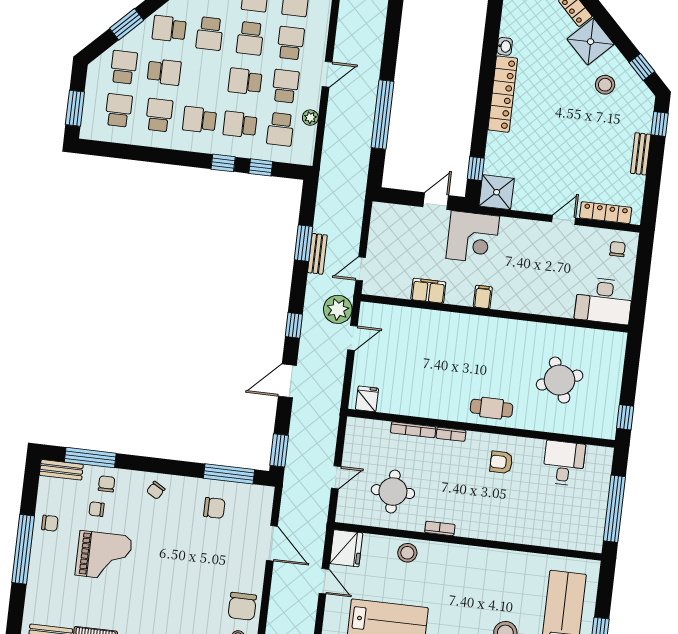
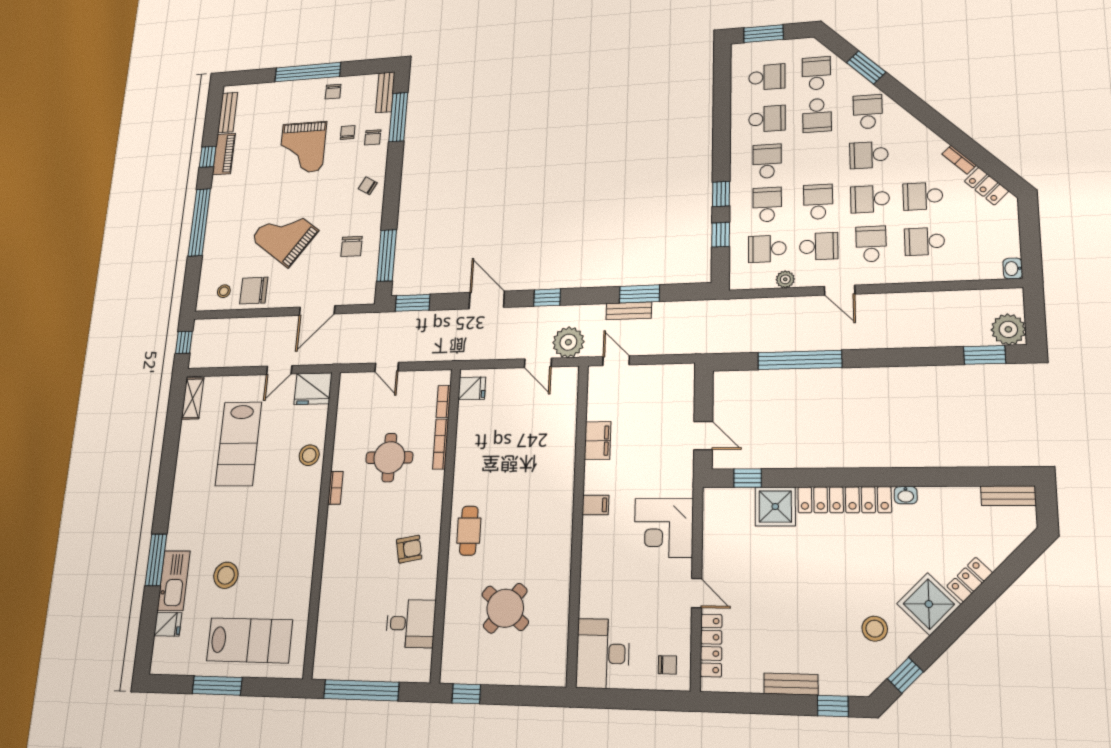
school desk: (291, 43) -> (871, 244), turned -90
school desk: (124, 67) -> (816, 73), turned -90
shower: (497, 192) -> (775, 507), moved
corner desk: (473, 237) -> (664, 528), moved
round table: (560, 380) -> (505, 608), turned -30
bookcase: (451, 434) -> (444, 401), moved
armchair: (501, 462) -> (409, 549), turned 79
chair: (107, 484) -> (373, 137), turned 90
round table: (393, 492) -> (389, 458), moved
grand piano: (191, 575) -> (285, 235), added

